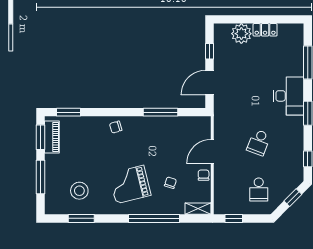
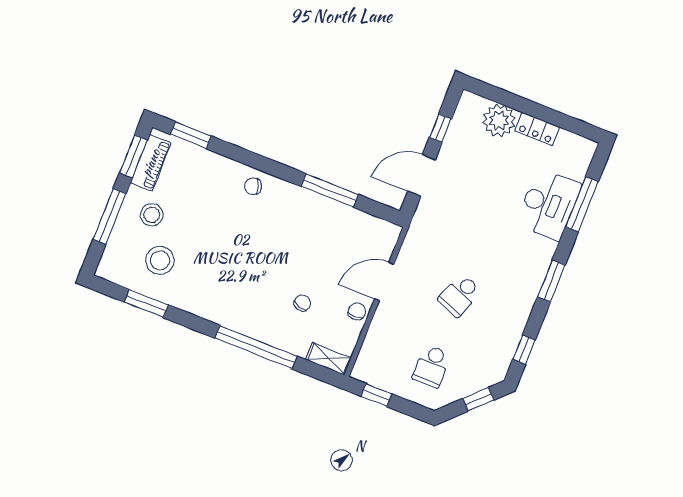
desk: (289, 96) -> (548, 204), moved
stool: (64, 167) -> (152, 215), added
grand piano: (130, 185) -> (240, 281), removed

